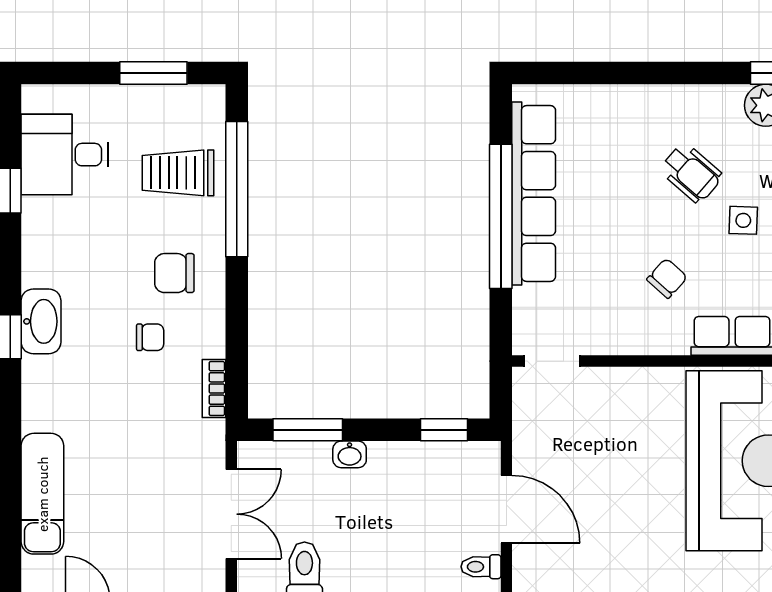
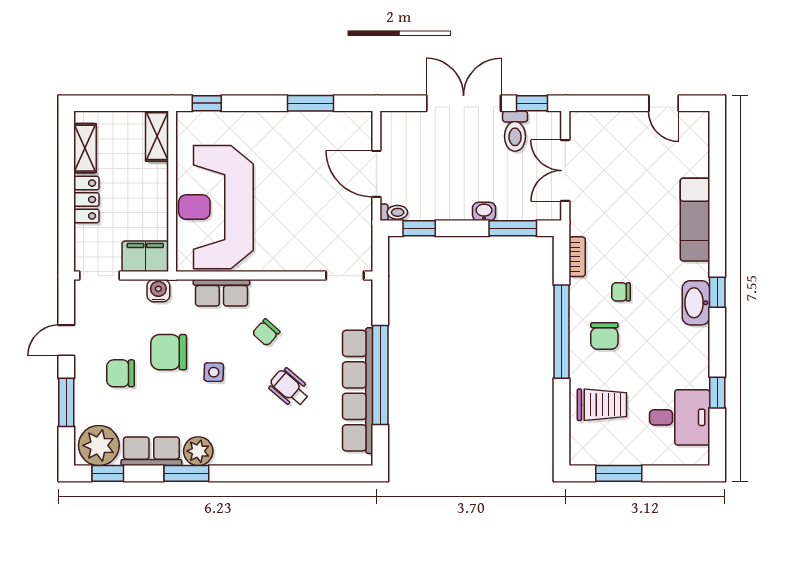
wheelchair: (691, 173) -> (289, 388), moved
window: (237, 189) -> (561, 332), moved
chair: (174, 273) -> (604, 336), turned 90
exam couch: (42, 494) -> (695, 220), moved
toilet: (481, 567) -> (394, 212), moved

